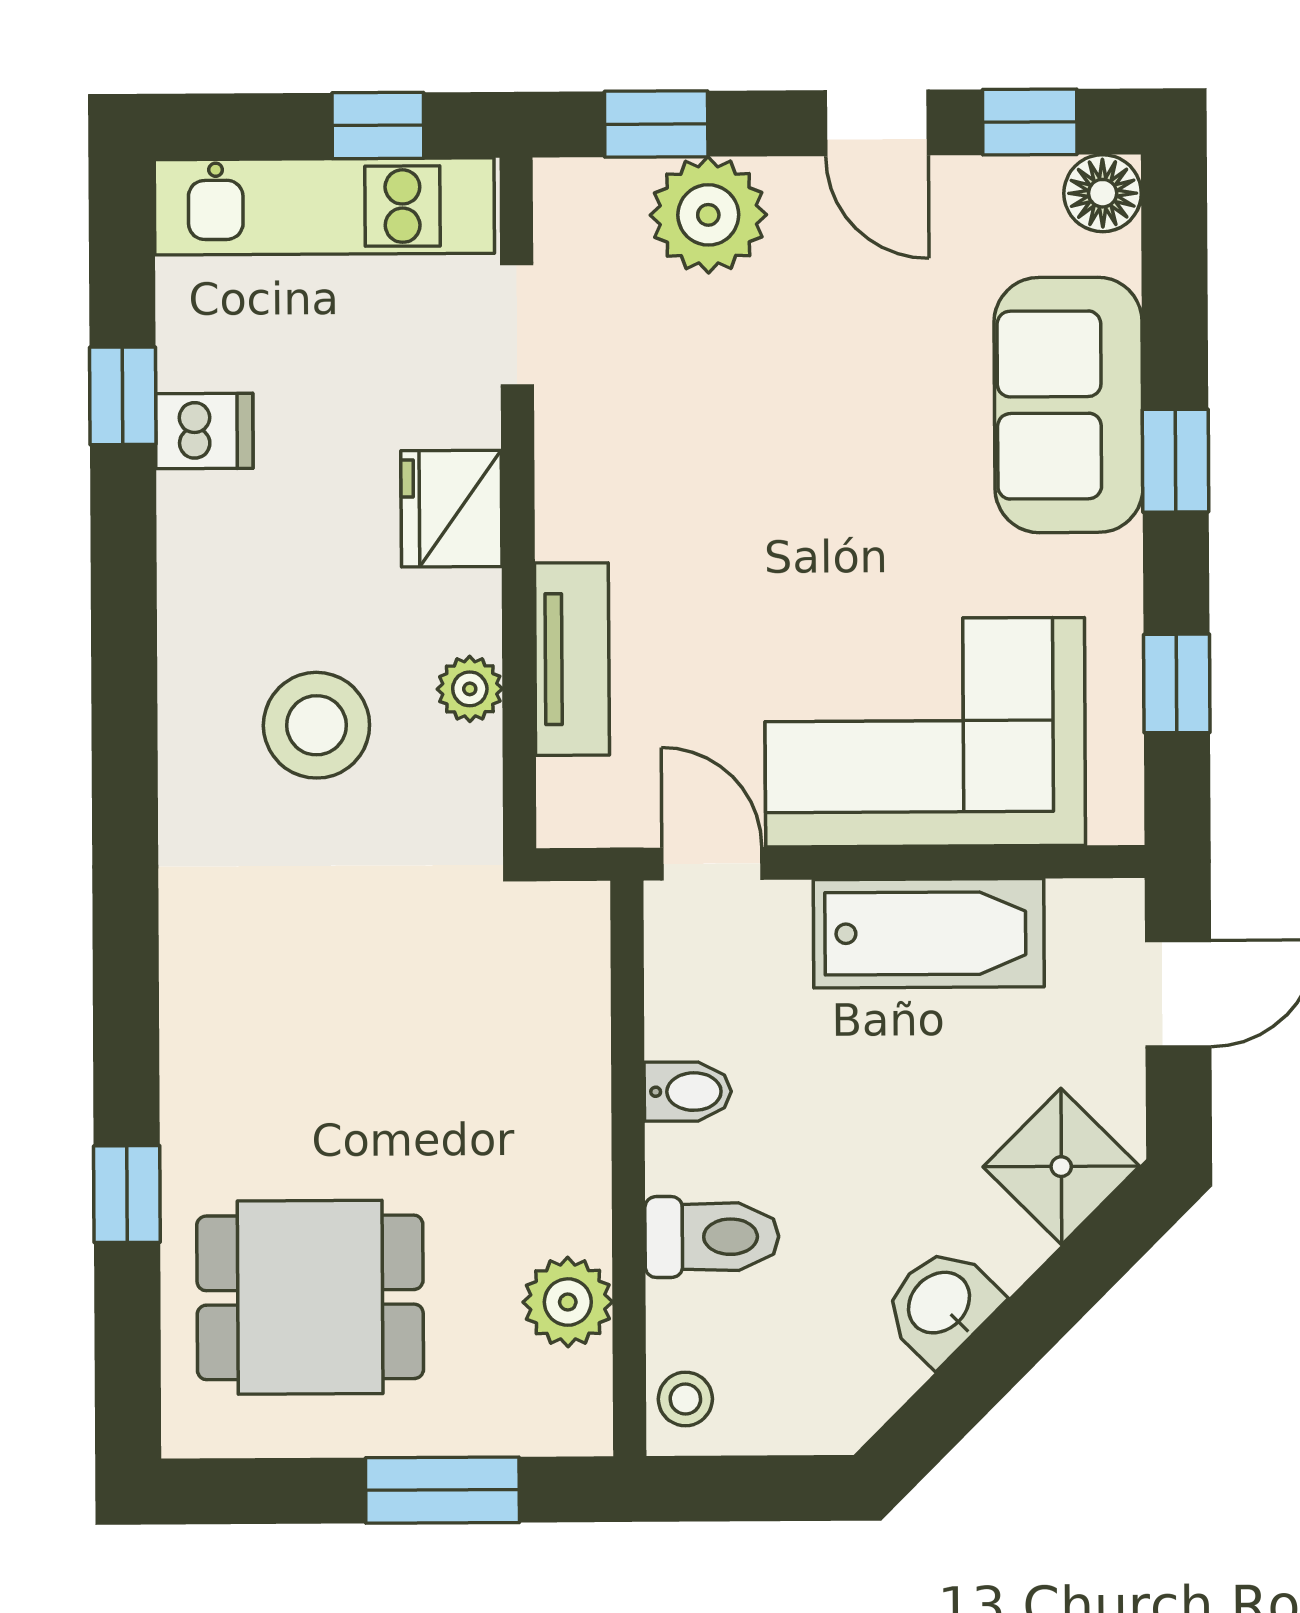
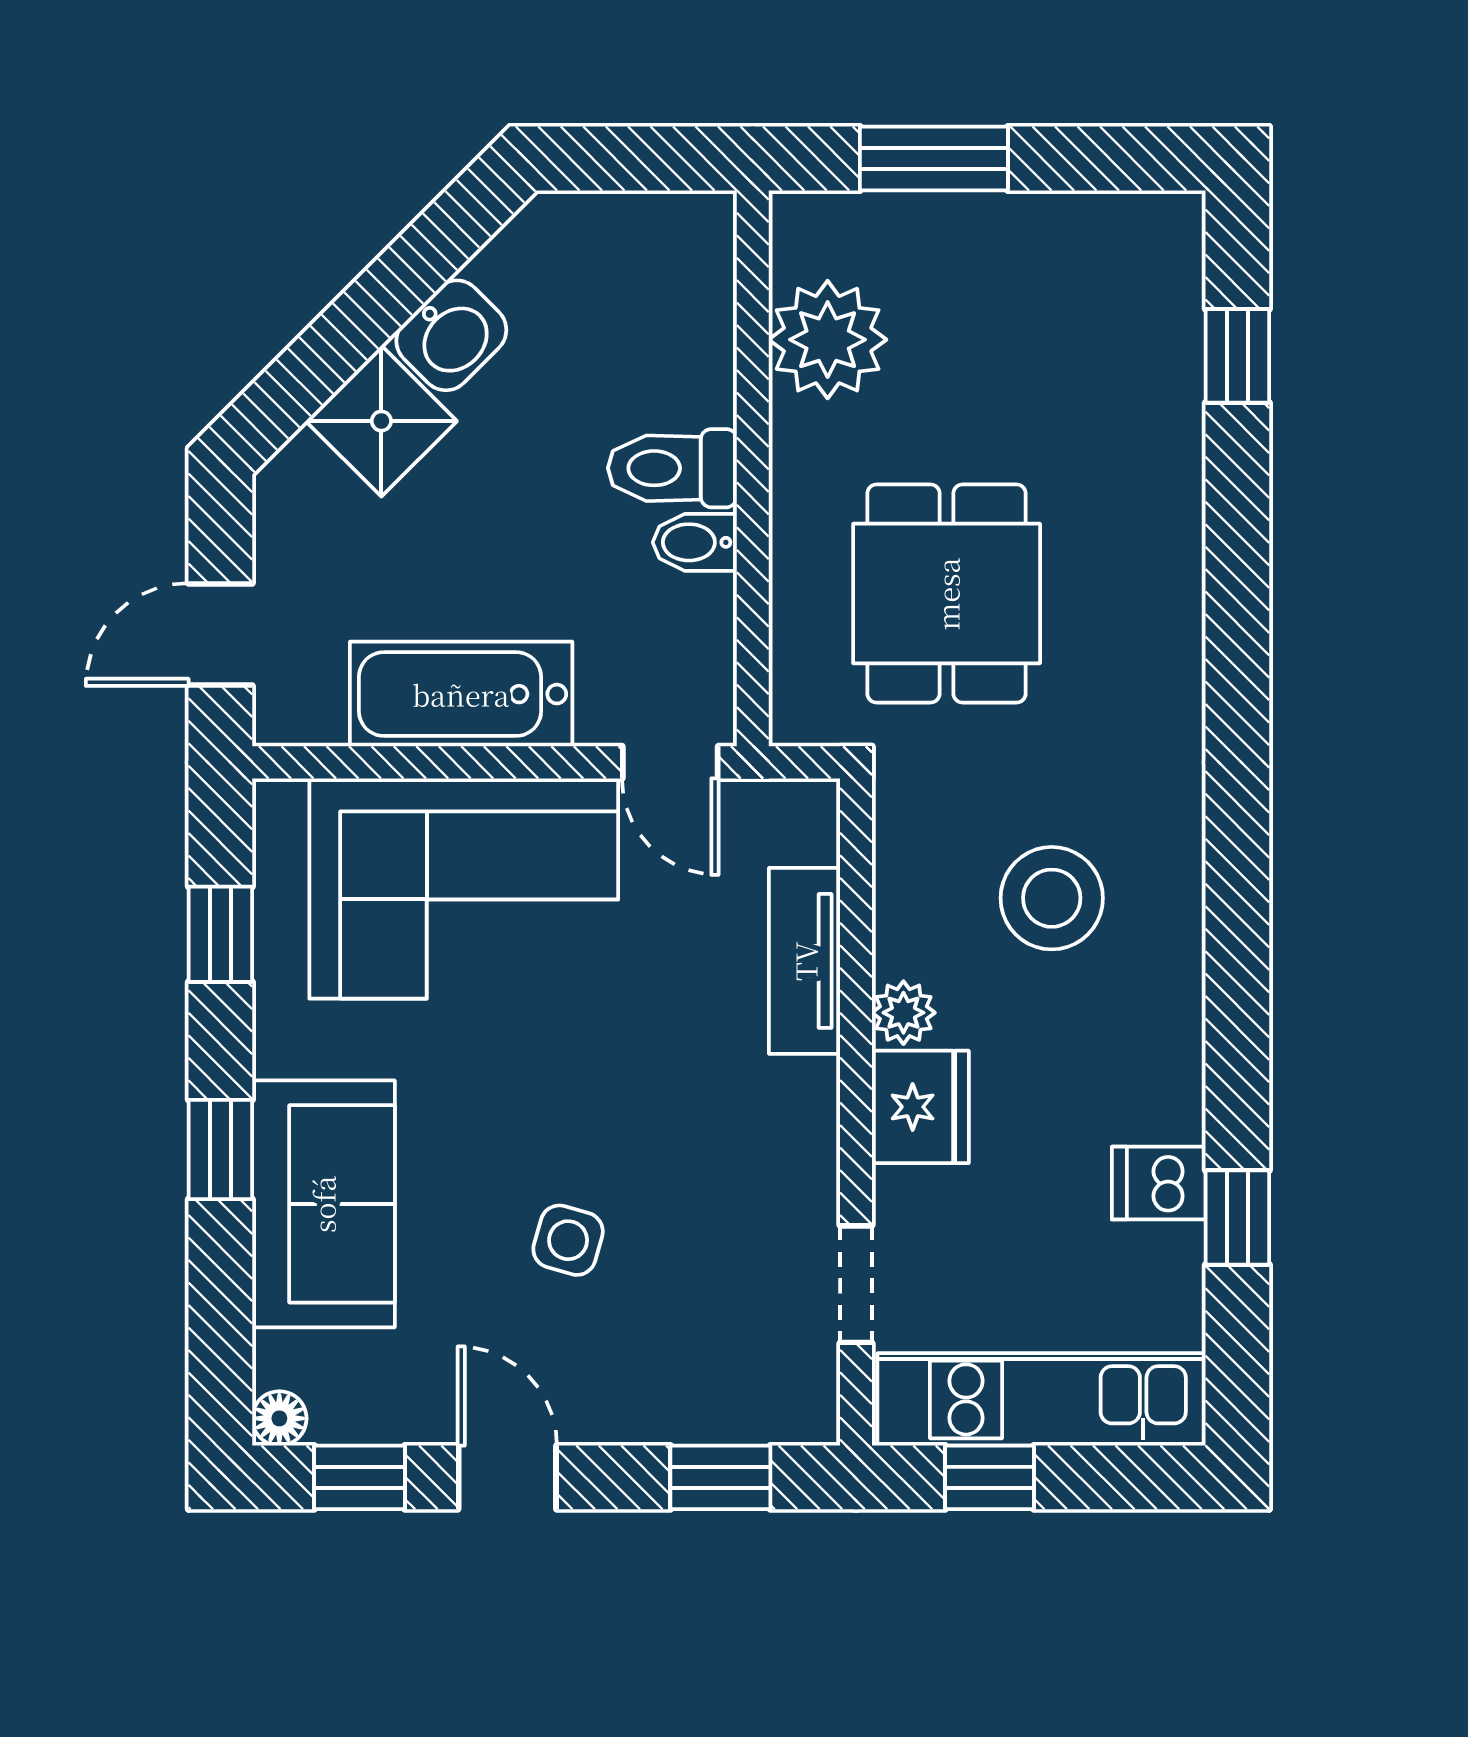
floor lamp: (1103, 193) -> (279, 1418), width x0.73, depth x0.73
plant: (708, 215) -> (671, 1389), removed
side table: (815, 369) -> (568, 1240), added
plant: (470, 689) -> (903, 1013), moved
shower: (1061, 1167) -> (381, 421), moved
window: (127, 1194) -> (1237, 356), moved
toilet: (712, 1237) -> (672, 468), moved
dining table: (310, 1297) -> (947, 594), moved, turned 90
plant: (568, 1302) -> (828, 340), width x1.36, depth x1.36
stool: (685, 1399) -> (699, 245), removed

